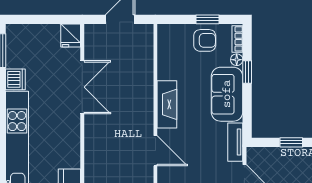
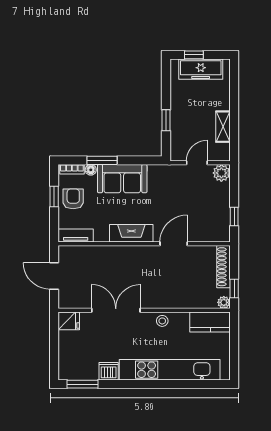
window: (247, 72) -> (102, 160), width x1.50
stool: (71, 138) -> (162, 321), added
tv unit: (235, 142) -> (76, 236), moved, turned 180

